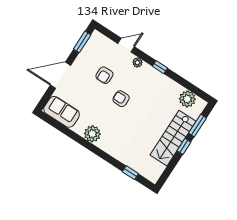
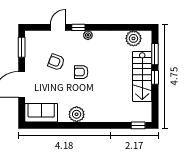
plant: (137, 62) -> (88, 35), moved
window: (160, 67) -> (78, 27), moved
armchair: (104, 75) -> (56, 62), turned 111
window: (130, 173) -> (138, 125), moved

